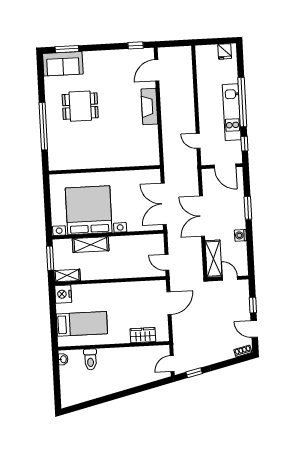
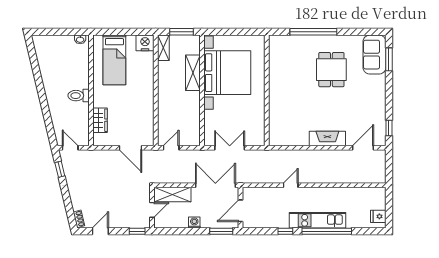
door: (157, 70) -> (363, 148), hinge flipped
wall: (222, 166) -> (241, 208), moved
door: (225, 166) -> (241, 211), moved
double door: (164, 204) -> (230, 148), width x0.73
window: (253, 305) -> (137, 231), moved
toilet: (90, 359) -> (79, 96), moved

